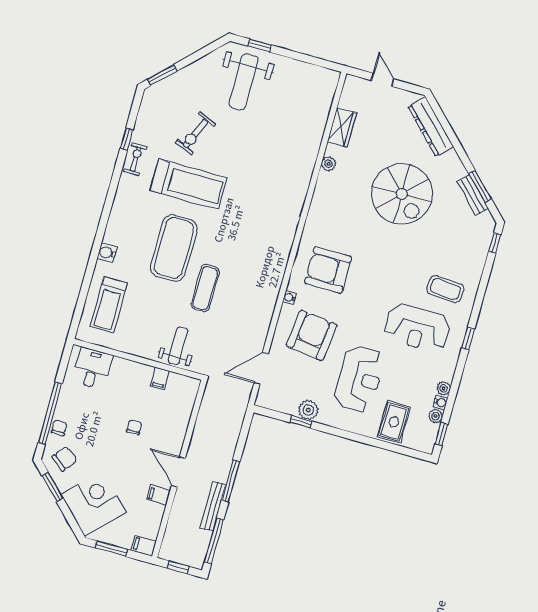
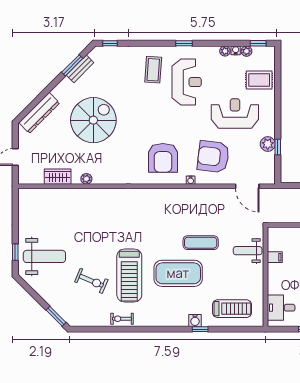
window: (127, 139) -> (200, 329), moved
treadmill: (189, 184) -> (129, 276), turned 180

